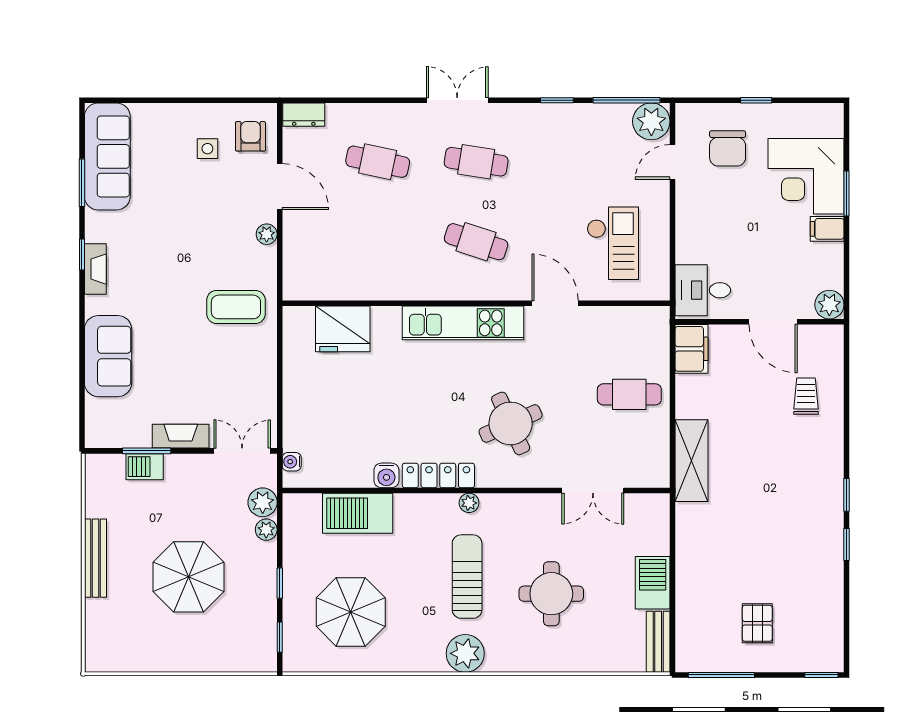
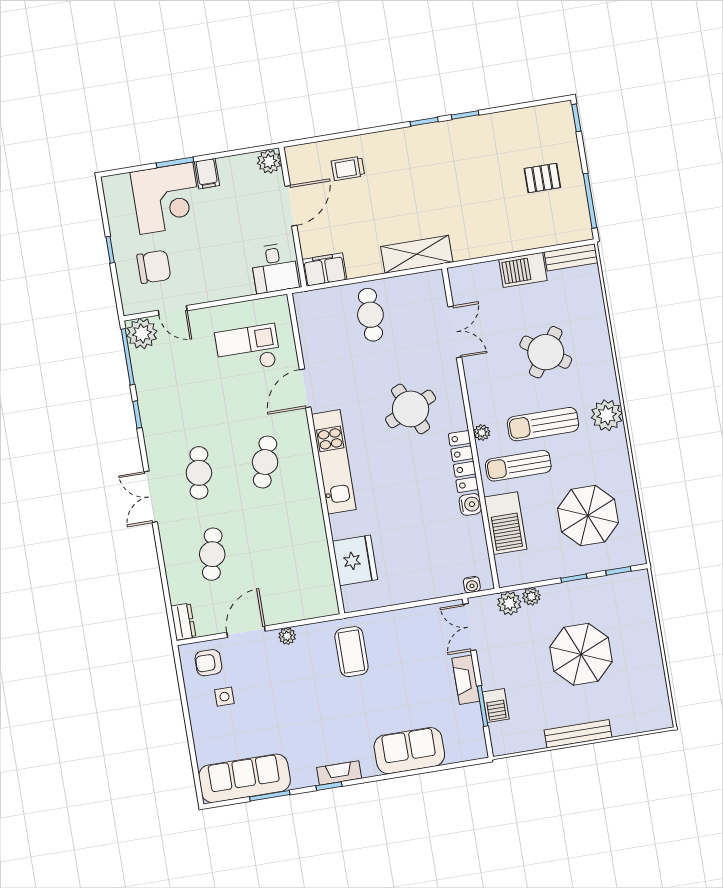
sun lounger: (423, 539) -> (518, 466), added
round table: (551, 594) -> (546, 352), turned 35

